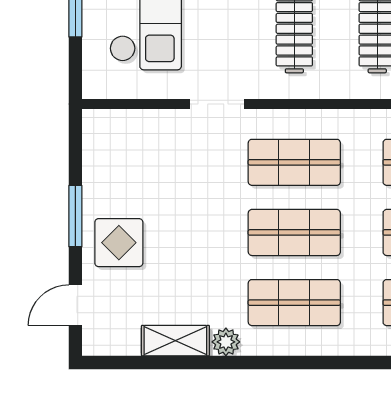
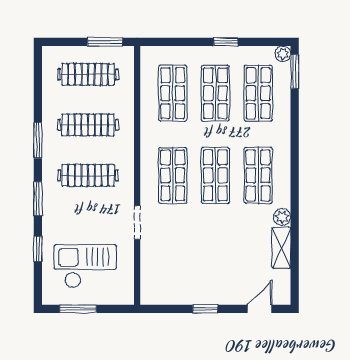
window: (75, 216) -> (205, 309), width x0.67
display table: (119, 243) -> (222, 282), removed
door: (75, 305) -> (260, 309), swing flipped

